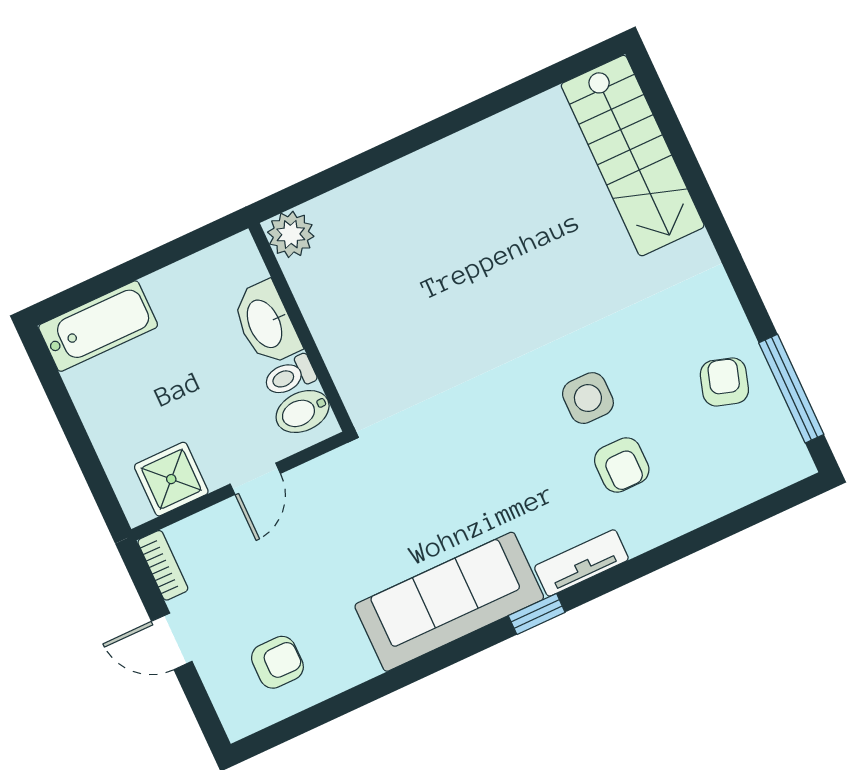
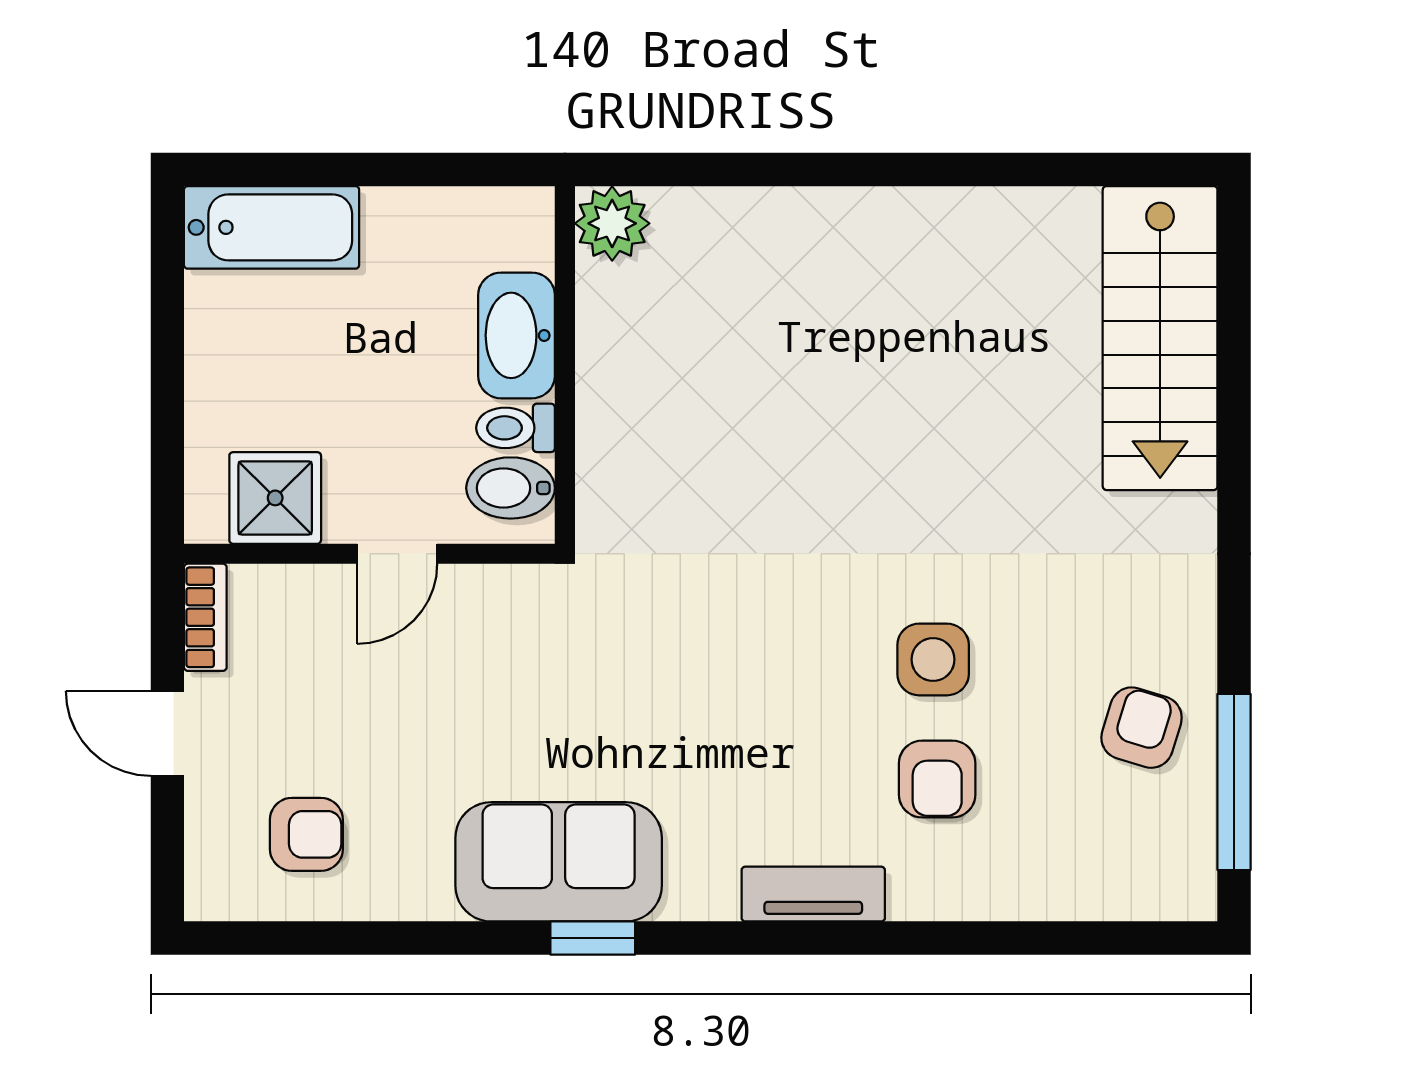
sofa: (449, 602) -> (559, 862), width x0.73
window: (537, 614) -> (593, 938), moved

